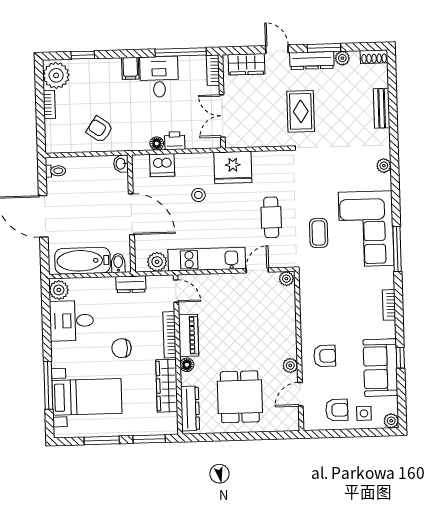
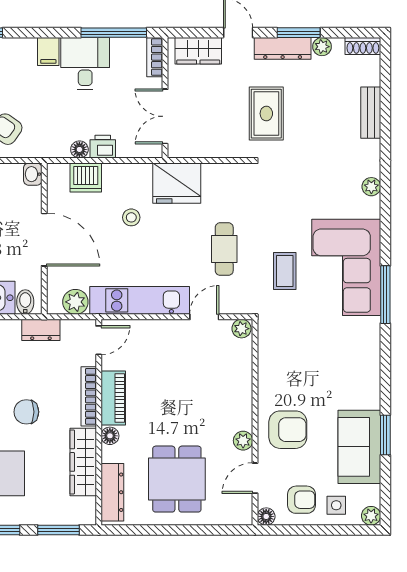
door: (176, 291) -> (99, 340), hinge flipped
bookcase: (389, 305) -> (373, 366), removed
armchair: (325, 356) -> (288, 430), width x1.38, depth x1.38
window: (400, 358) -> (385, 435), width x1.50
floor lamp: (310, 424) -> (266, 516), added

